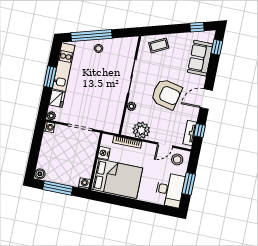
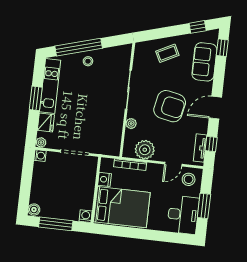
coffee table: (159, 45) -> (167, 53), moved

